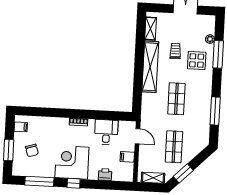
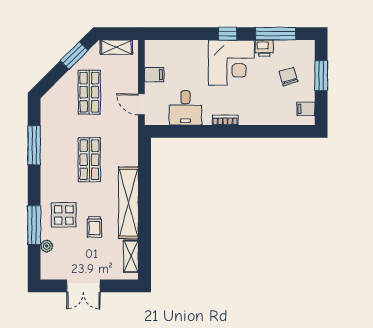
printer: (105, 175) -> (264, 48), moved

